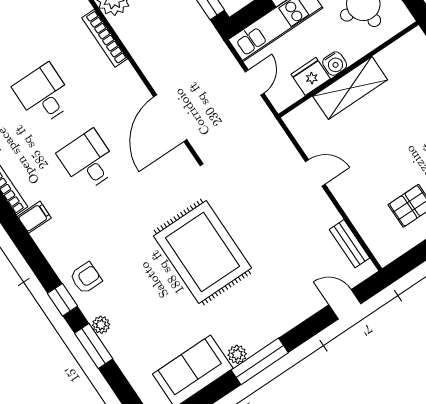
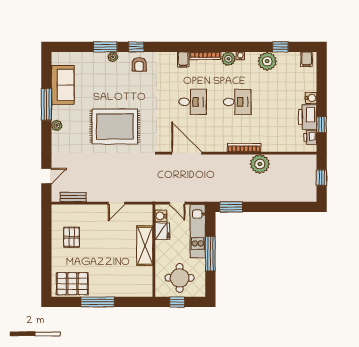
water cooler: (335, 64) -> (161, 216), moved
plant: (237, 354) -> (57, 125), moved
window: (260, 361) -> (46, 104), moved

